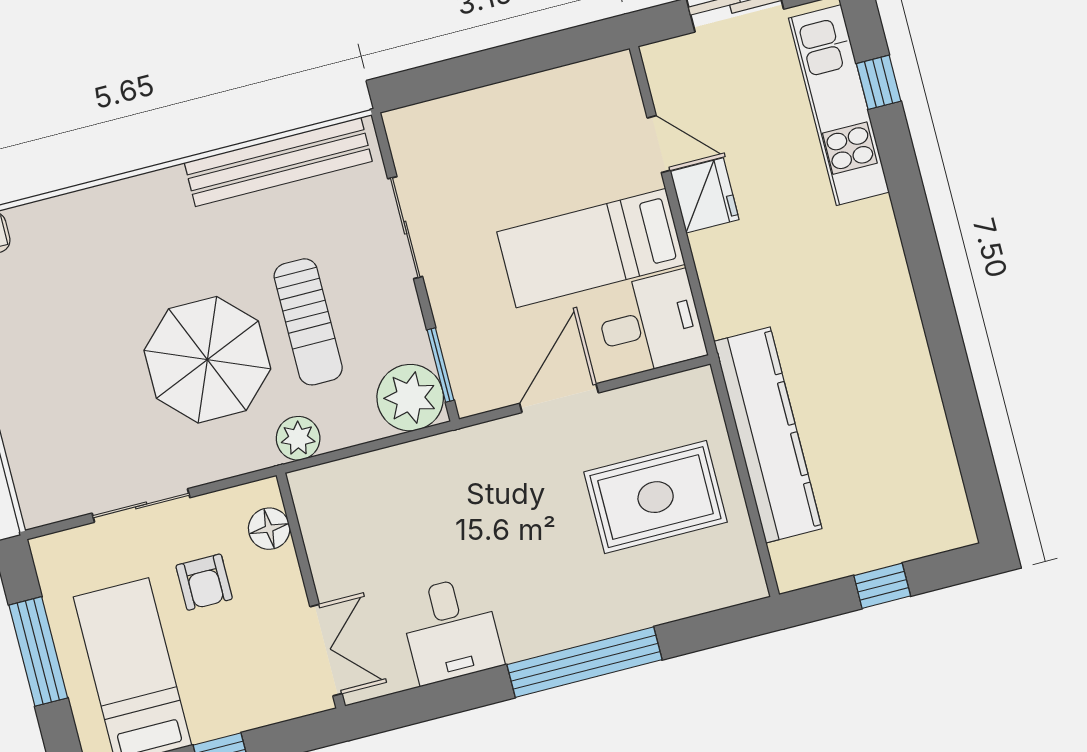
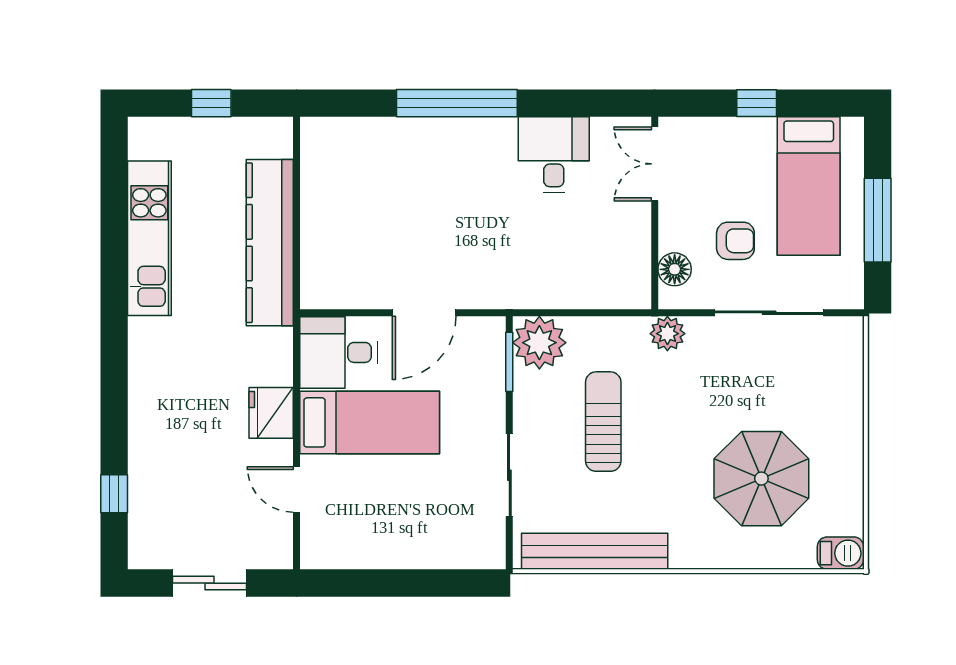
kitchen unit: (839, 105) -> (149, 238), moved
fridge: (705, 195) -> (271, 413), moved
parasol: (207, 360) -> (761, 479), moved
plant: (298, 438) -> (667, 334), moved
rug: (656, 497) -> (369, 217), removed
sliding door: (141, 505) -> (769, 313), width x1.37
armchair: (204, 582) -> (735, 241), turned 90

